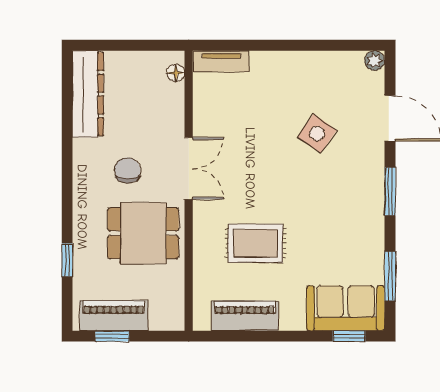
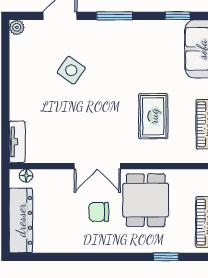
dresser: (88, 94) -> (21, 220), moved, turned 90
double door: (189, 168) -> (97, 166), swing flipped
window: (390, 276) -> (178, 16), width x0.67

